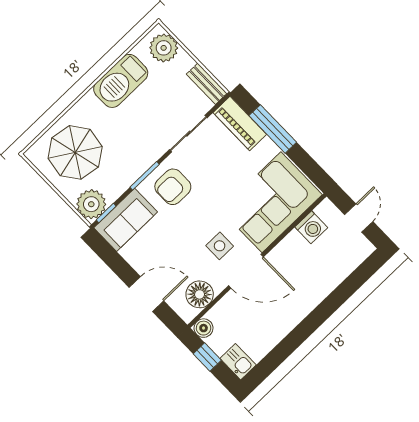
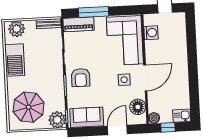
sofa: (126, 220) -> (87, 117), moved, turned -90

